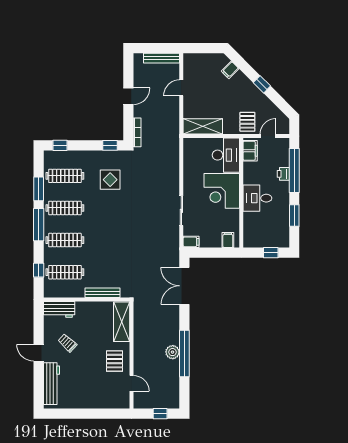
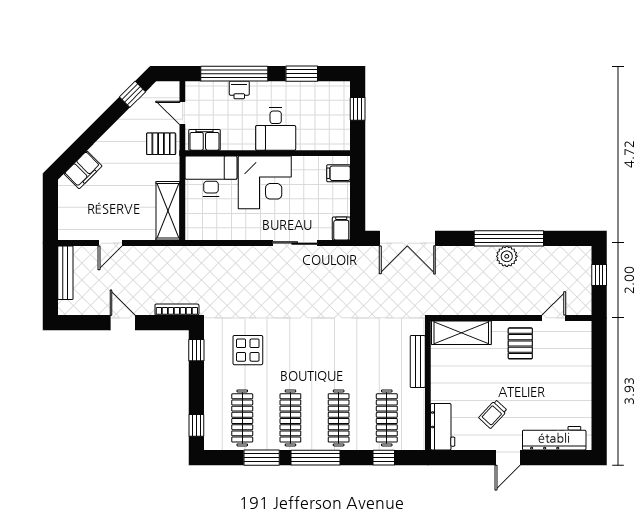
filing cabinet: (230, 70) -> (83, 170), width x2.00
window: (262, 84) -> (132, 94), moved
door: (181, 88) -> (110, 243), hinge flipped
pallet: (115, 361) -> (520, 343), turned 90

